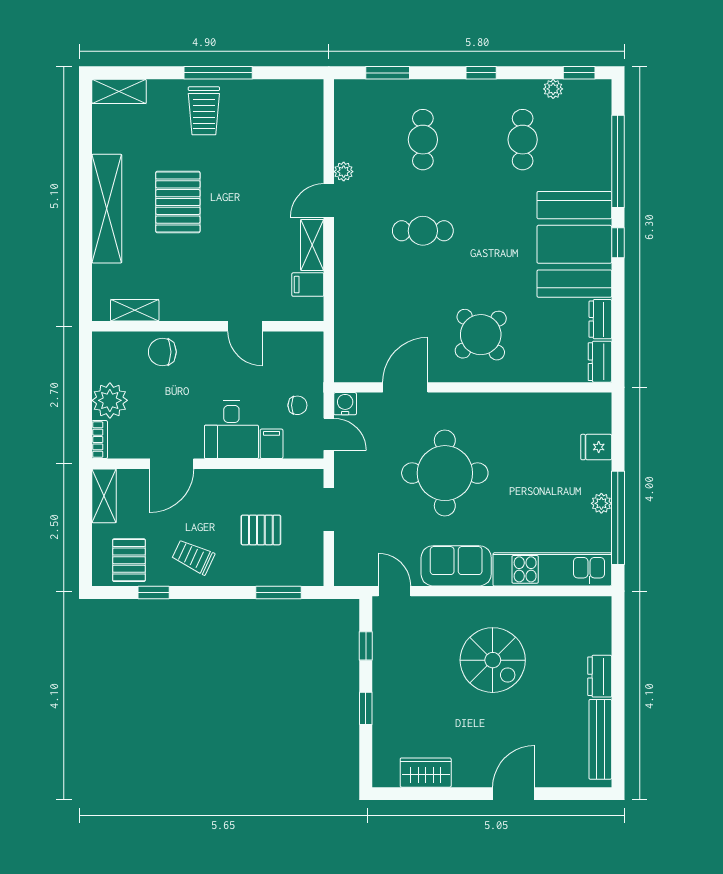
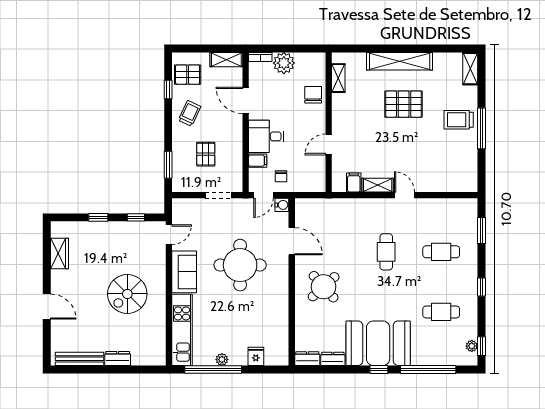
plant: (553, 89) -> (472, 346), moved
plant: (344, 172) -> (422, 204), removed

